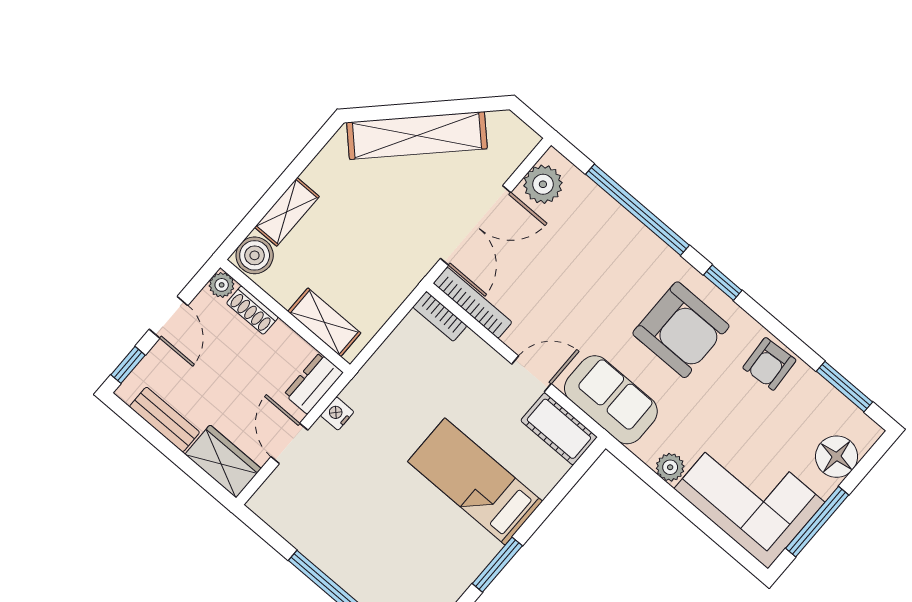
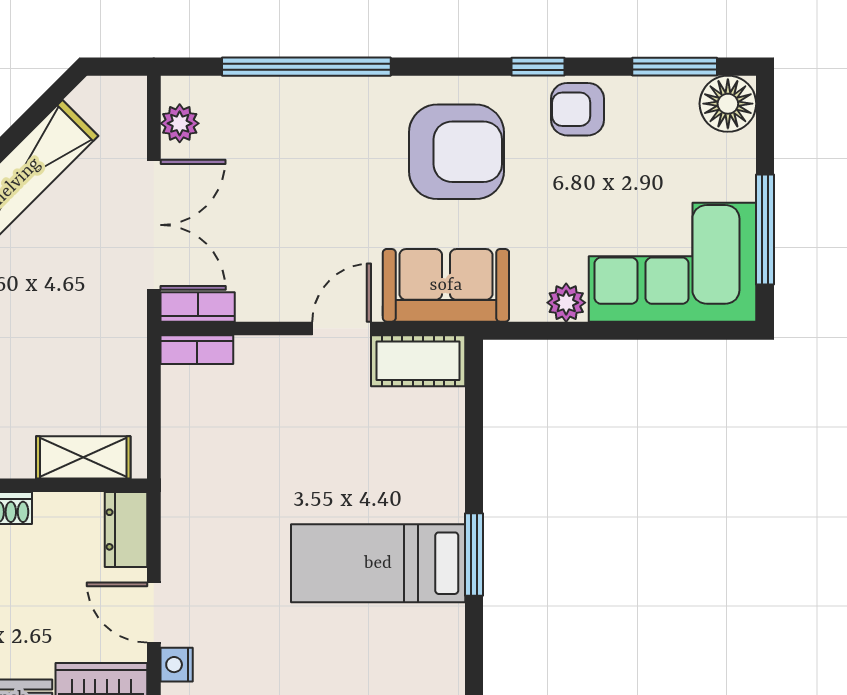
plant: (543, 184) -> (180, 123), width x0.73, depth x0.73
window: (723, 283) -> (538, 67), moved
bookcase: (473, 303) -> (198, 307), width x0.64
armchair: (769, 364) -> (577, 109), turned 94
nightstand: (337, 414) -> (177, 665), moved
floor lamp: (837, 457) -> (728, 104), moved
bed: (475, 481) -> (378, 563), moved

